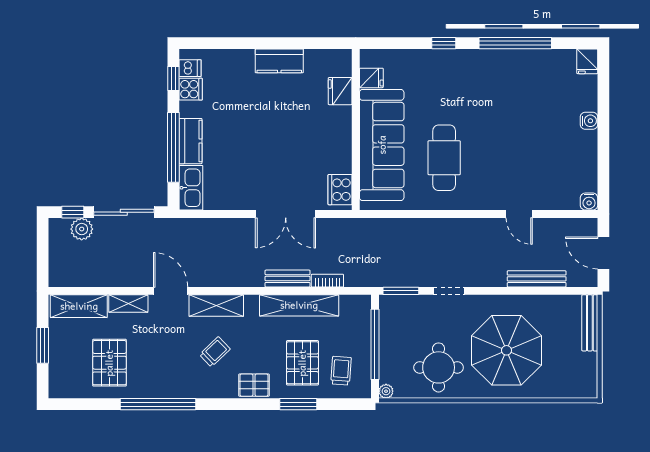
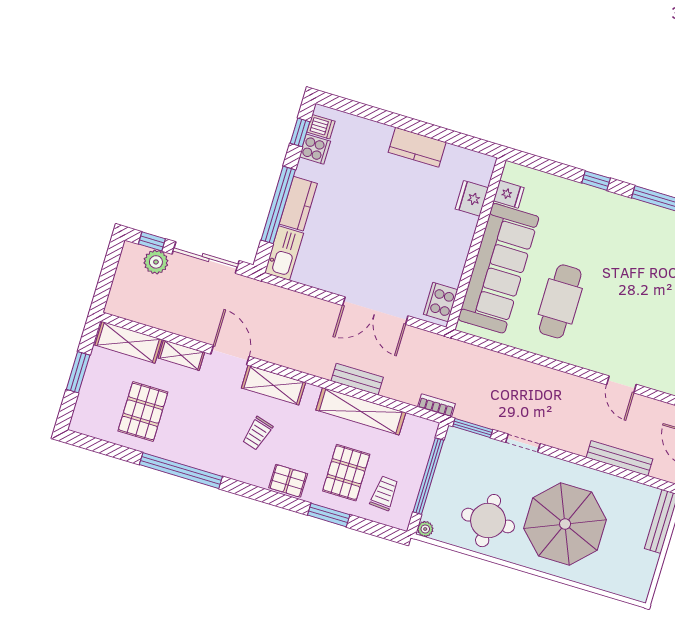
bookcase: (327, 281) -> (436, 405), moved
trolley: (215, 352) -> (257, 433), turned 150

